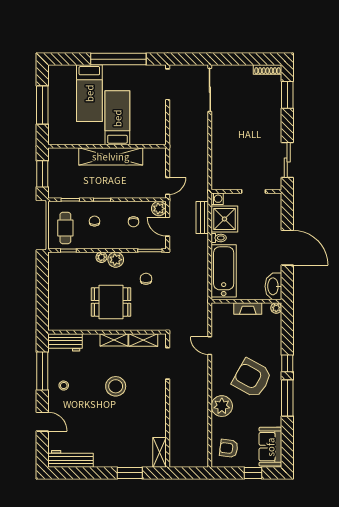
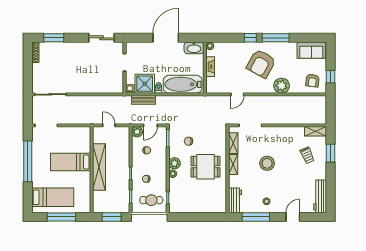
bed: (89, 93) -> (53, 197), moved
door: (168, 186) -> (109, 125), moved
dining table: (111, 302) -> (205, 167), turned 90
trolley: (127, 441) -> (307, 155), added
window: (253, 473) -> (330, 77), moved

